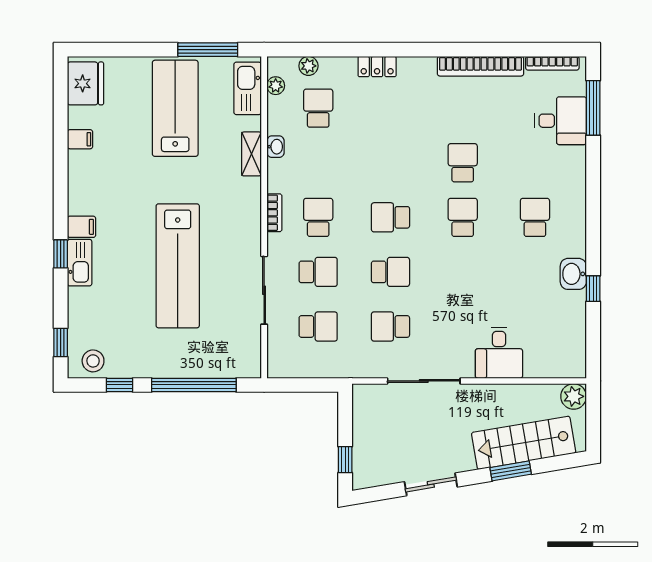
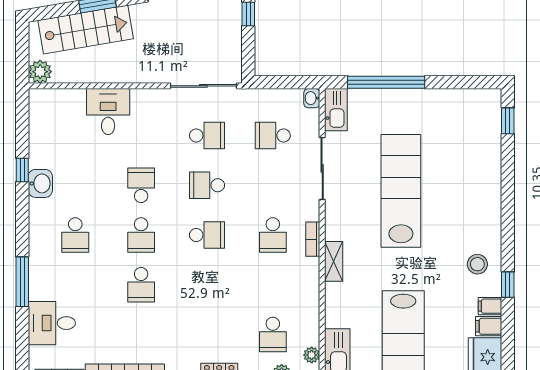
window: (593, 108) -> (22, 282), moved
washbasin: (275, 147) -> (312, 98), moved
shelving: (251, 154) -> (334, 261), moved
filing cabinet: (81, 227) -> (489, 326), moved
window: (61, 254) -> (508, 285), moved
kitchen sink: (80, 263) -> (336, 110), moved, turned 180
school desk: (318, 272) -> (141, 185), moved, turned 90
stool: (93, 361) -> (477, 264), moved
sliding door: (424, 381) -> (203, 86), moved
window: (119, 385) -> (454, 82), removed

